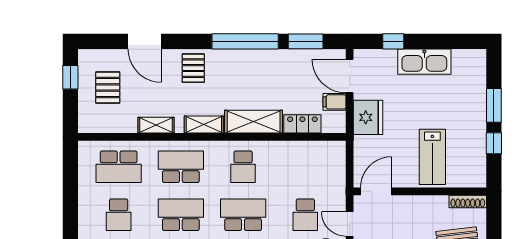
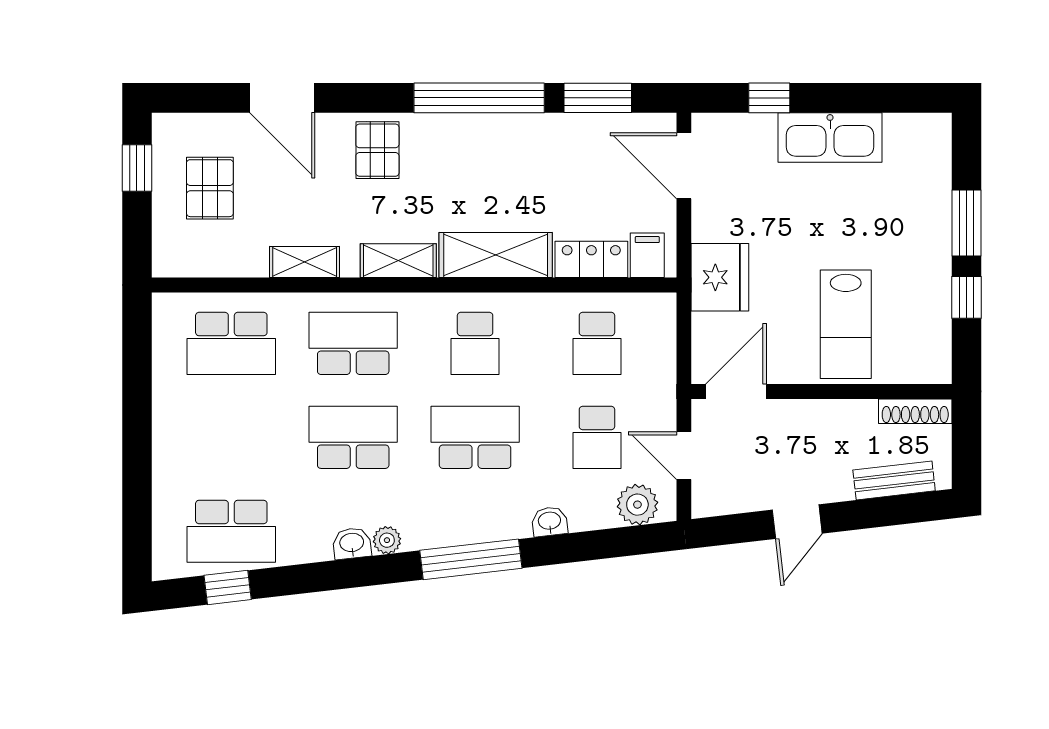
filing cabinet: (334, 102) -> (647, 255), moved, turned 90
fridge: (368, 117) -> (720, 277), moved
school desk: (119, 215) -> (597, 343), moved

